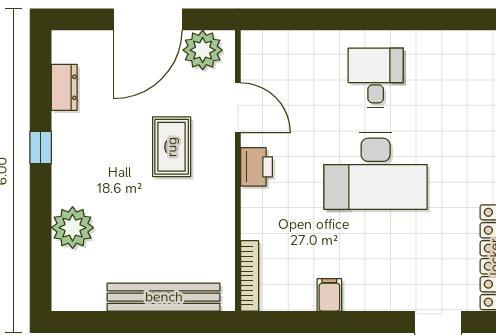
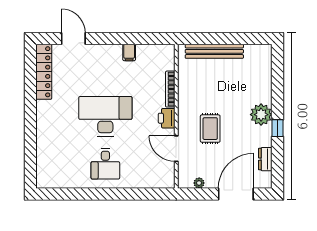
door: (148, 19) -> (236, 194), moved
plant: (203, 50) -> (199, 183), width x0.53, depth x0.53
plant: (73, 228) -> (261, 115), moved
bookcase: (250, 276) -> (170, 89), moved

